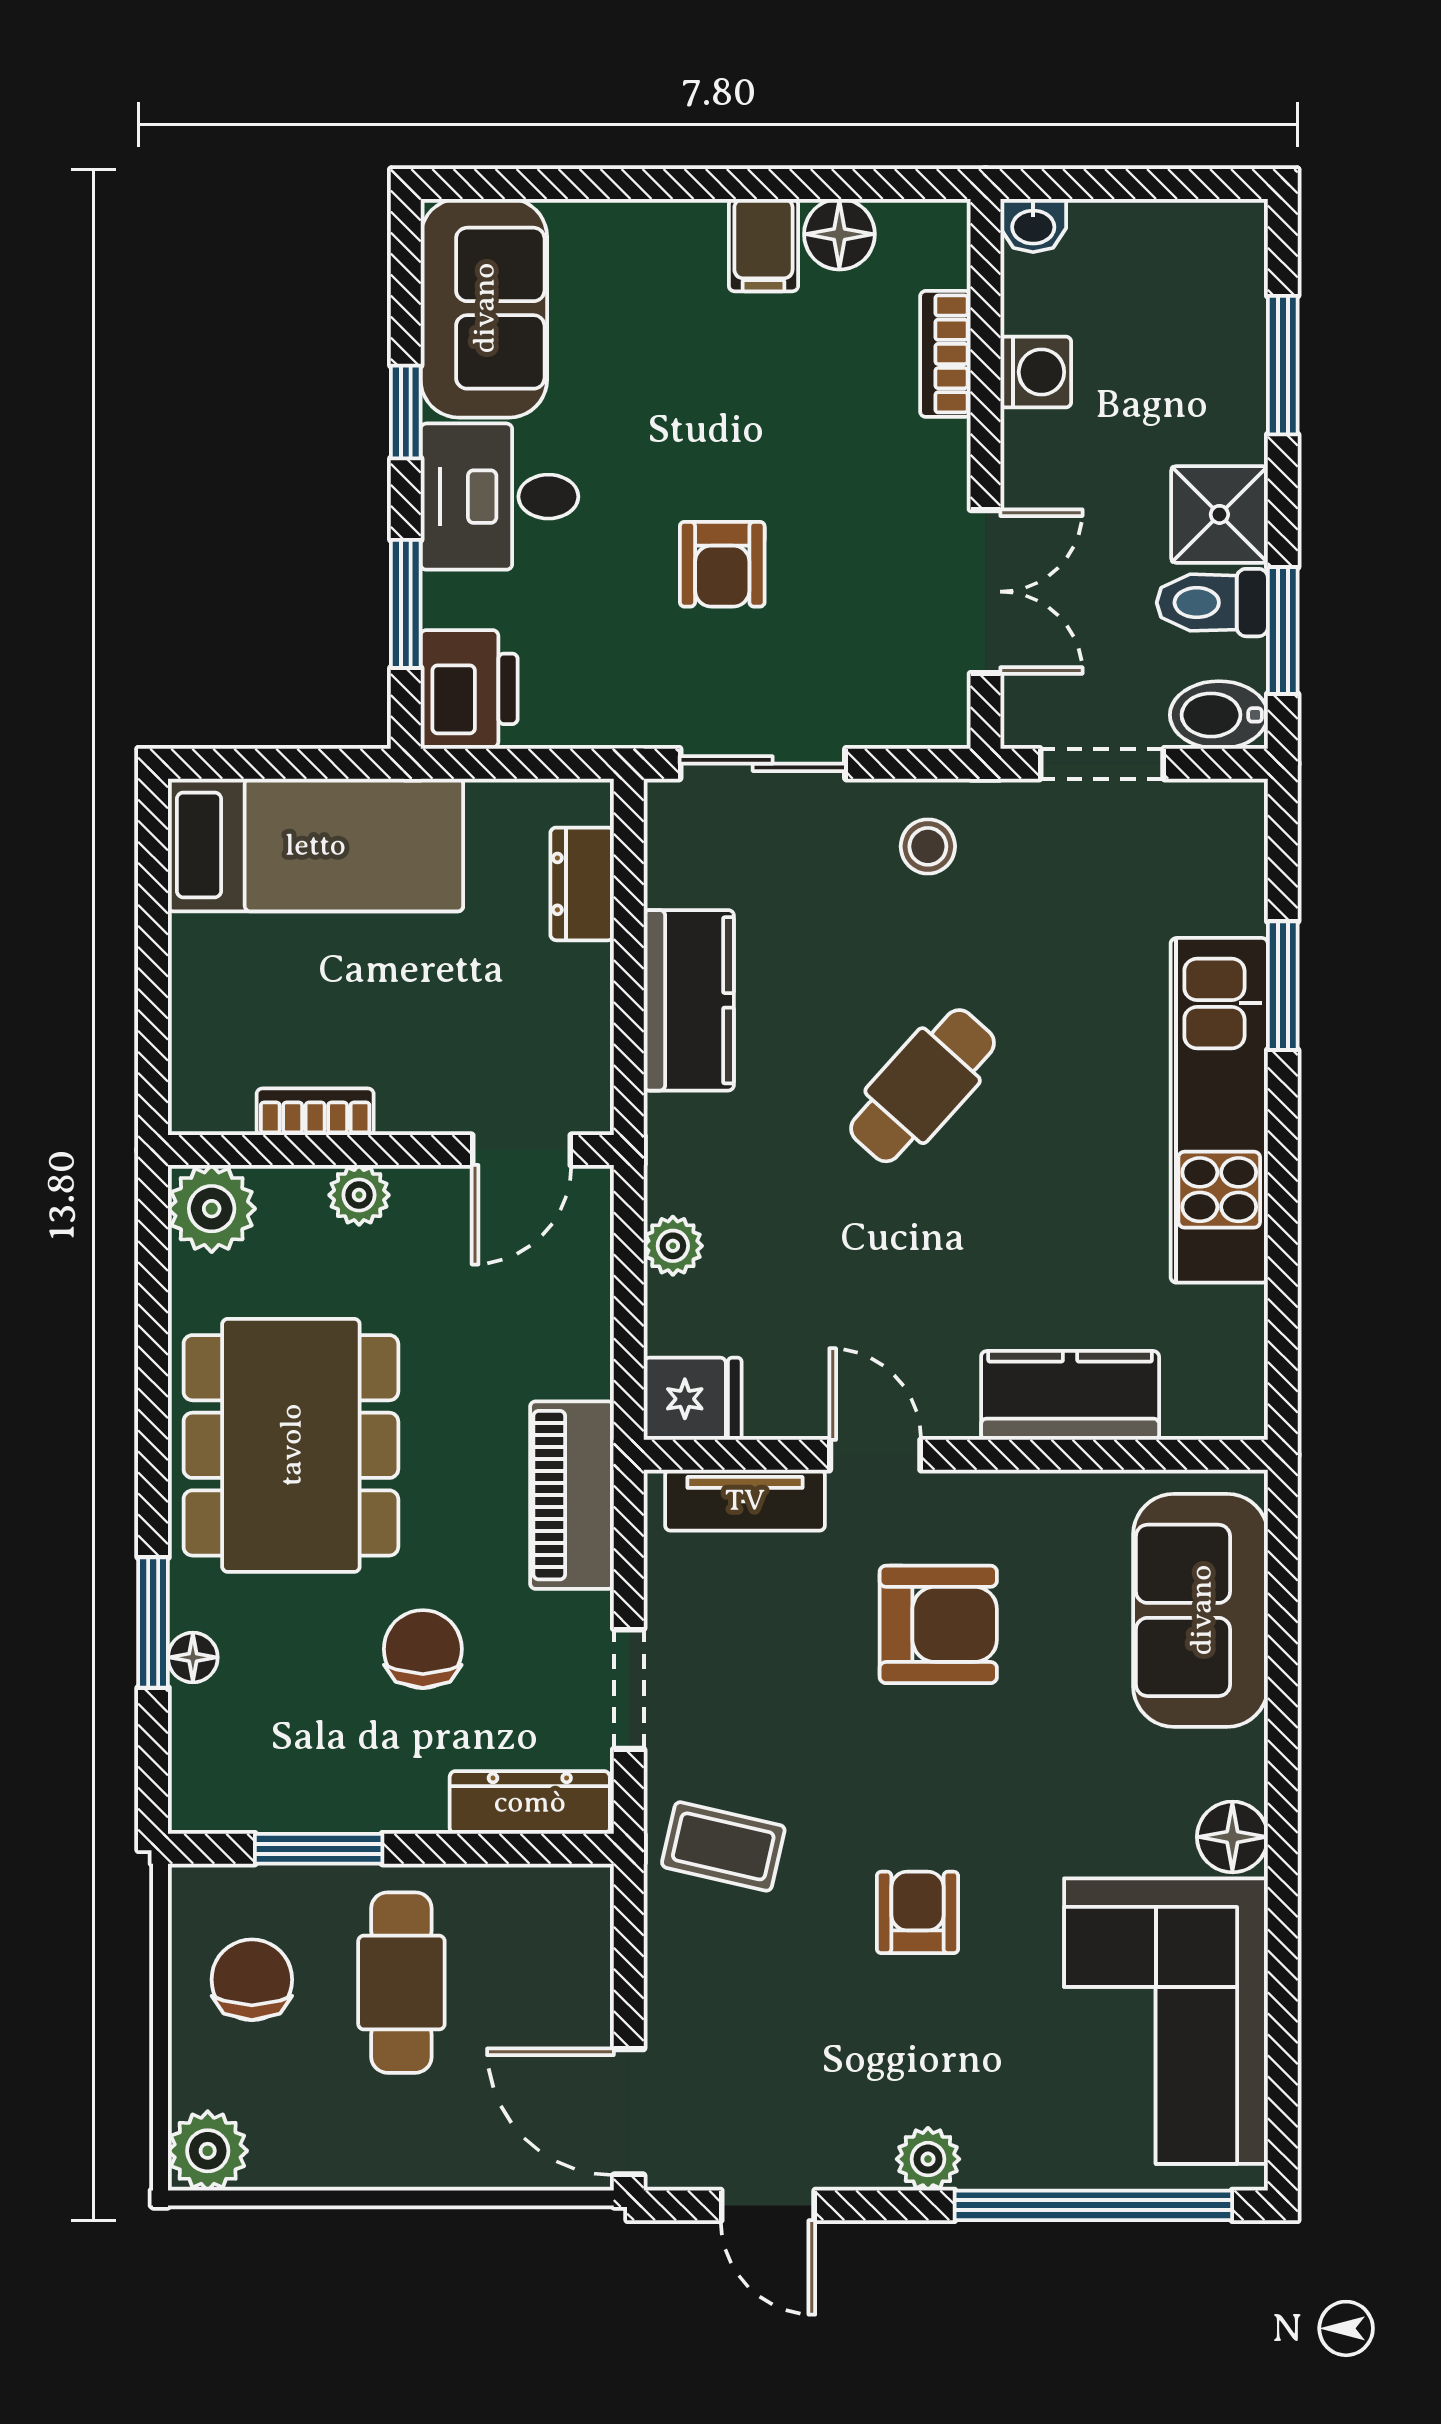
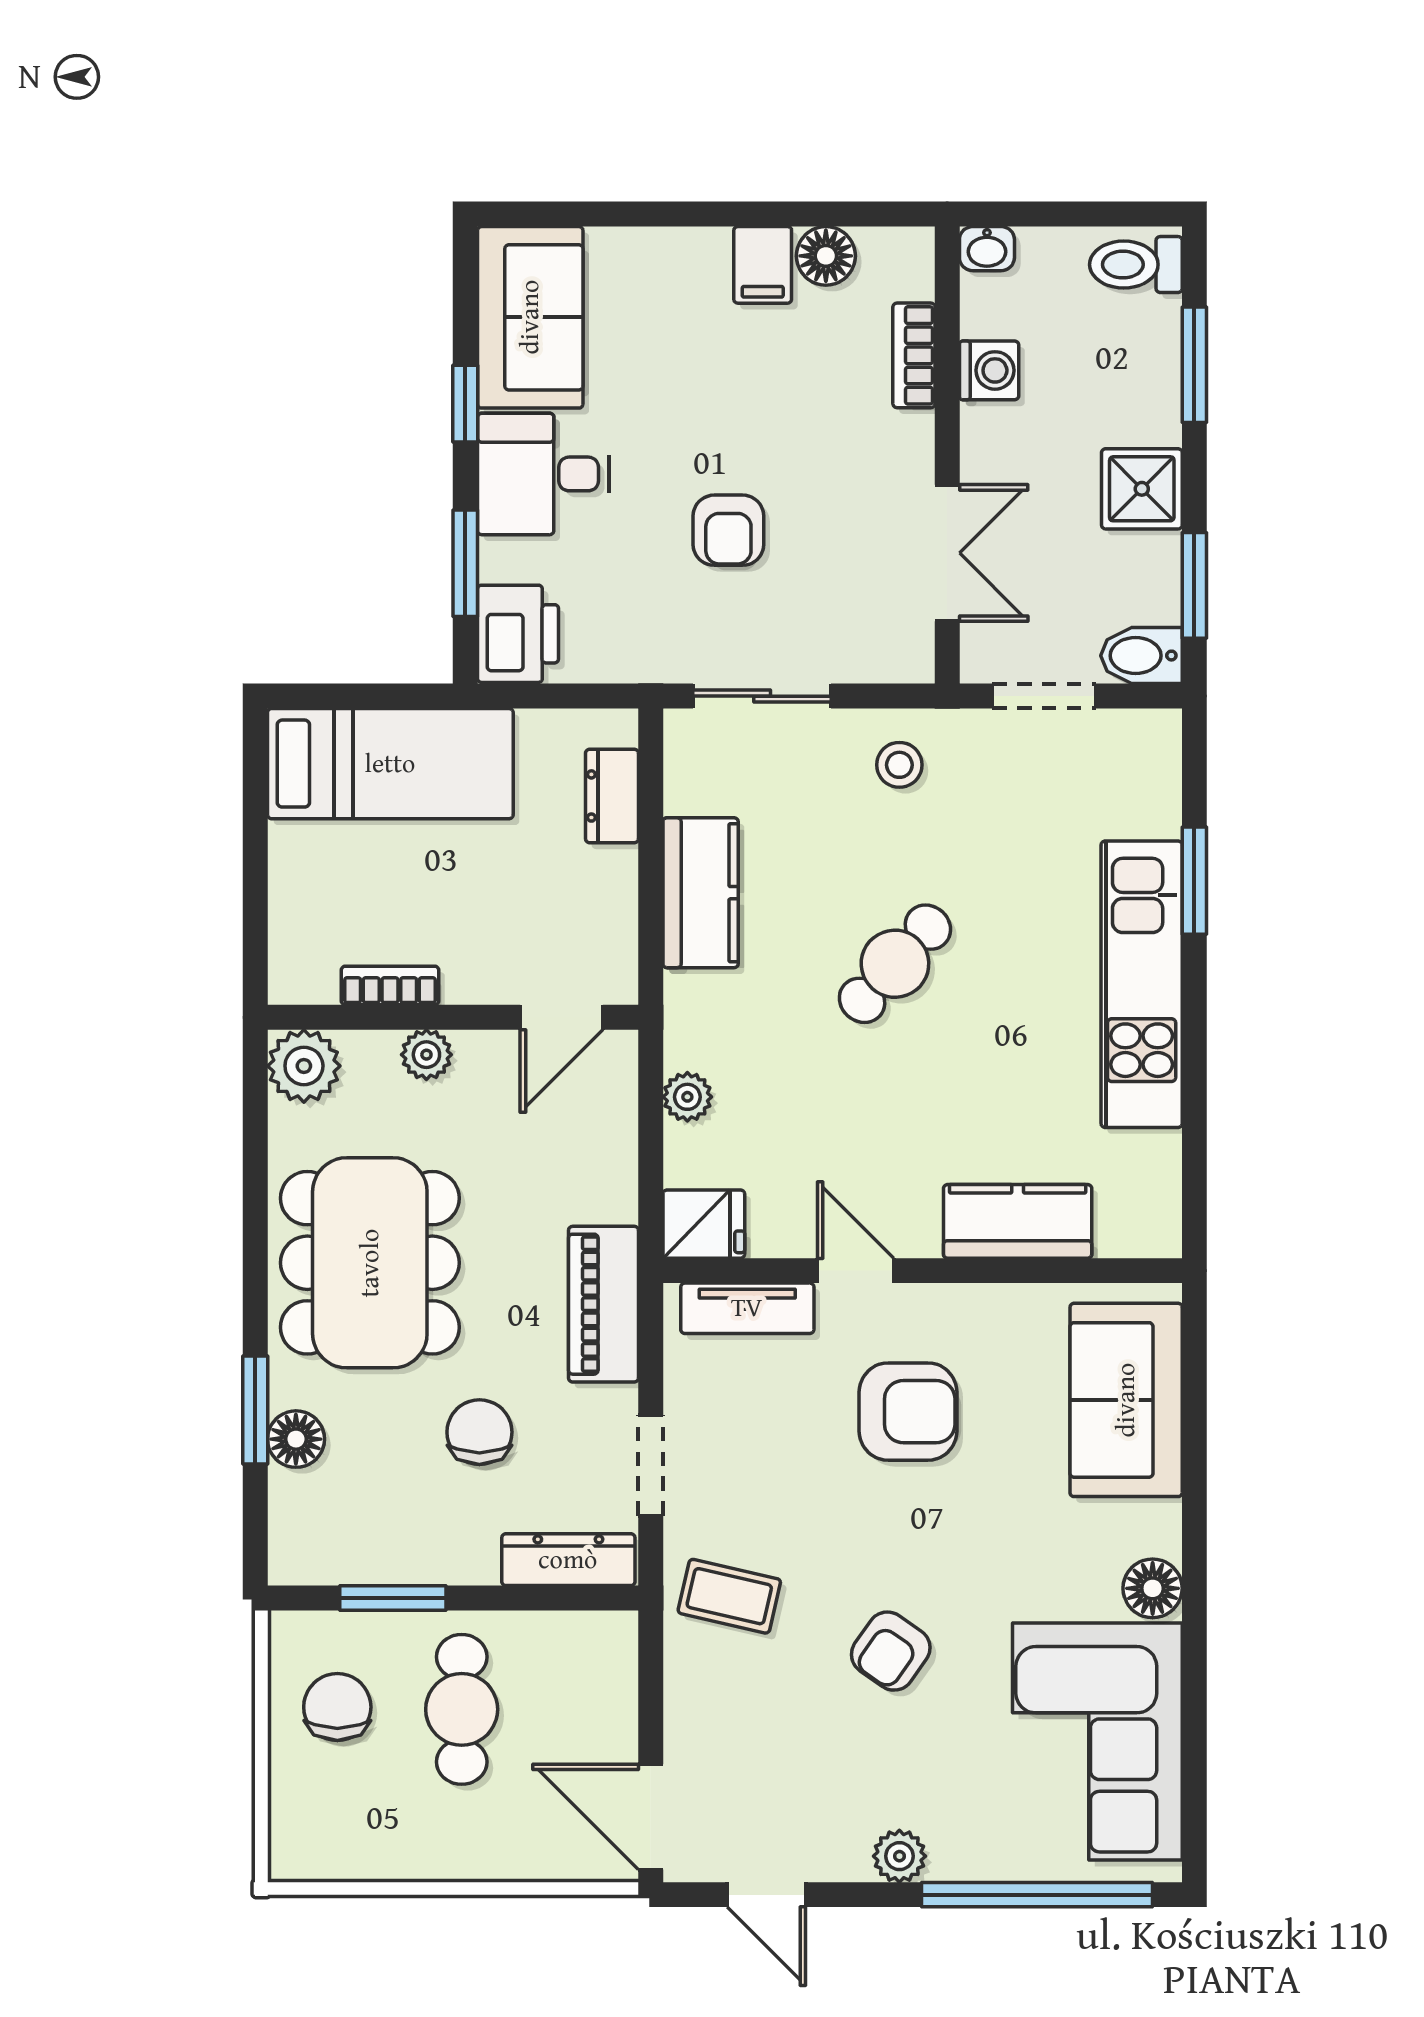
toilet: (1212, 603) -> (1136, 265), moved
floor lamp: (193, 1657) -> (296, 1439), width x1.37, depth x1.37
armchair: (917, 1912) -> (891, 1651), turned -145
plant: (208, 2151) -> (301, 1849), removed

